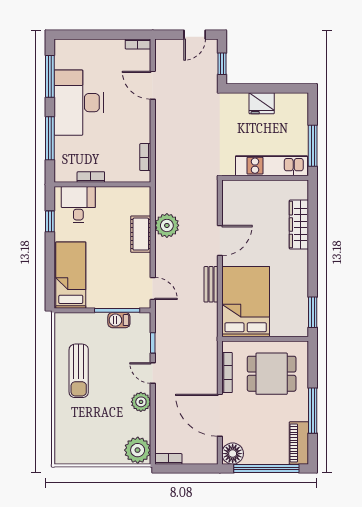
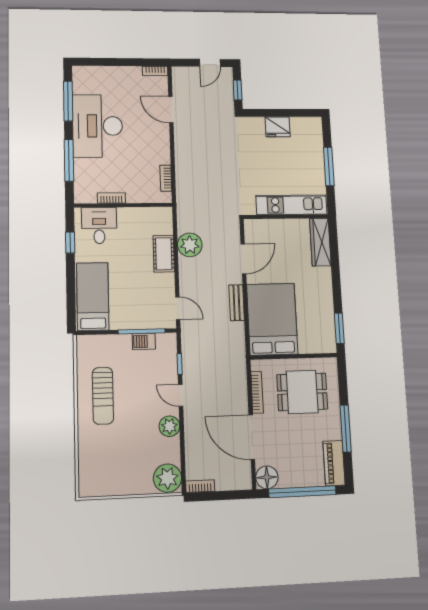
kitchen unit: (271, 166) -> (291, 205), moved
wall: (265, 178) -> (286, 217), moved

